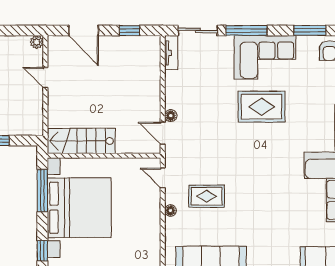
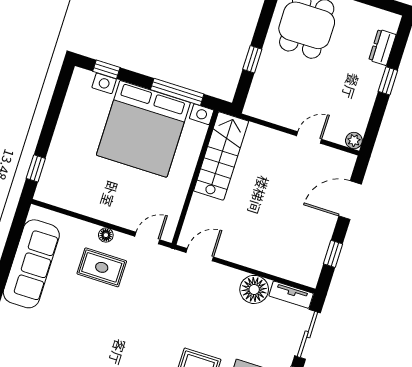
floor lamp: (171, 116) -> (254, 289), moved, width x1.89, depth x1.89
rug: (207, 196) -> (102, 267), moved, turned 90

